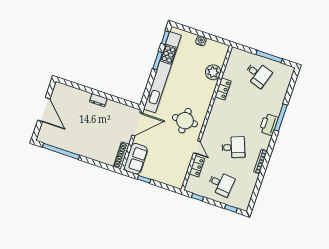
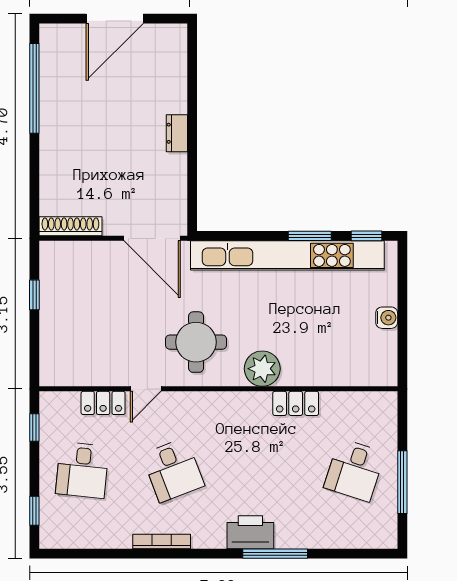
plant: (213, 72) -> (262, 369), moved
sofa: (136, 159) -> (74, 261), removed

